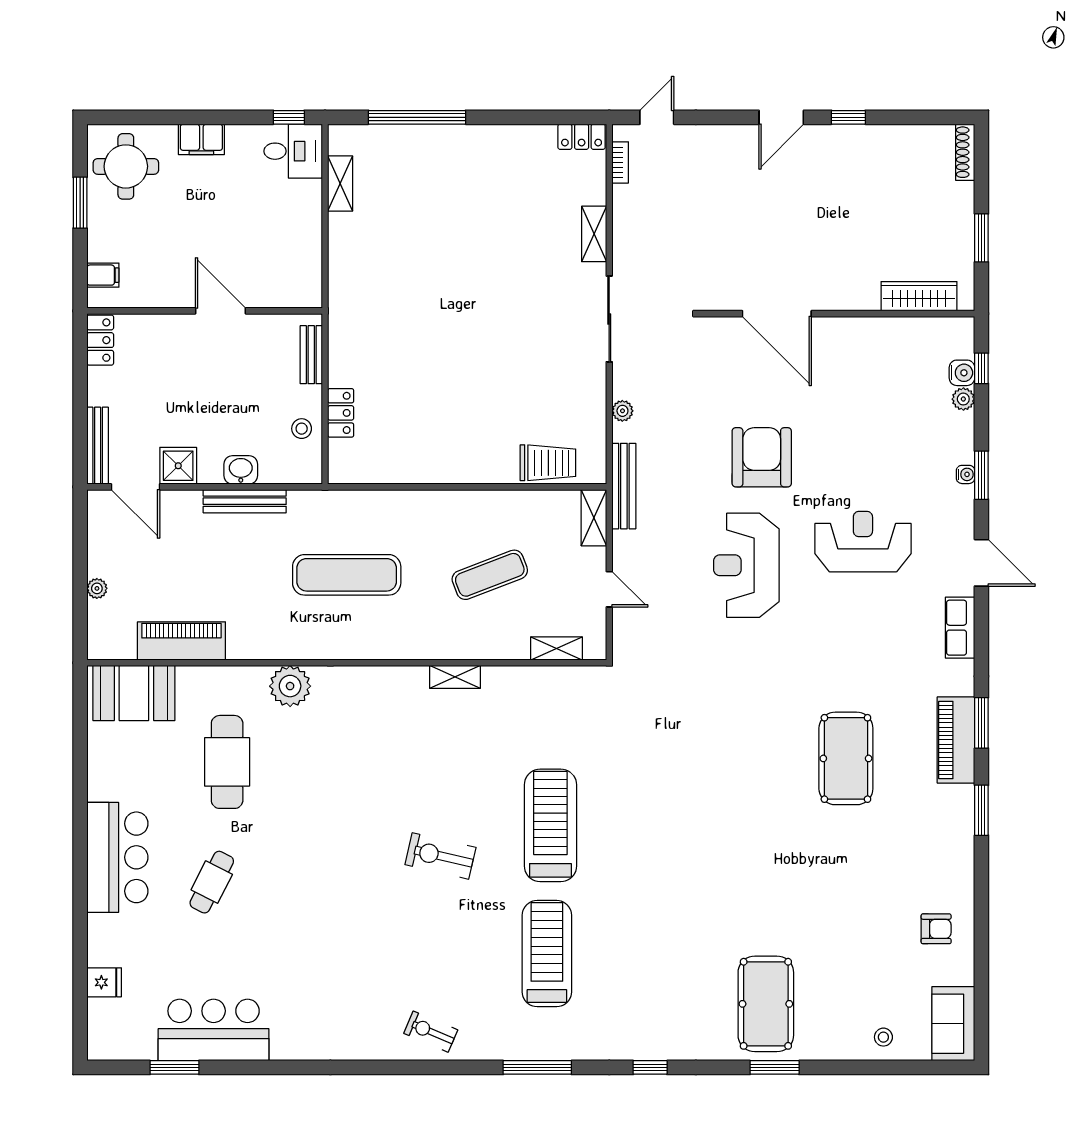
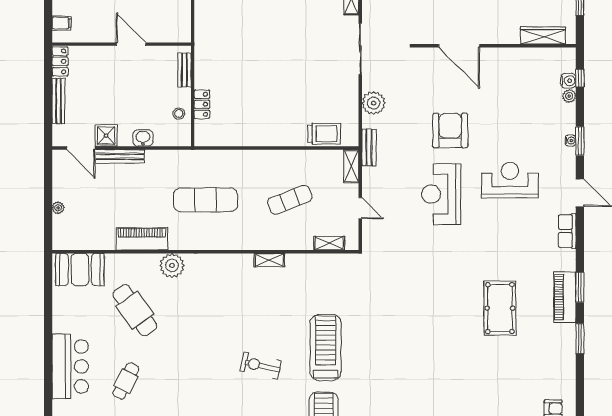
plant: (622, 411) -> (374, 103), width x1.87, depth x1.87
bench: (98, 446) -> (58, 101), moved
bench: (624, 486) -> (369, 147), width x0.73
bench: (245, 501) -> (120, 156), moved
piano: (181, 641) -> (142, 239), moved
cafe table: (227, 762) -> (135, 310), turned -36

